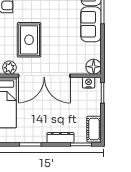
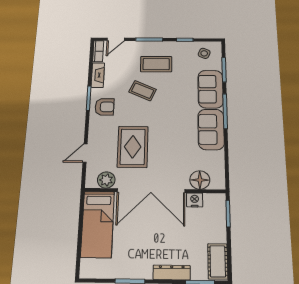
floor lamp: (94, 67) -> (200, 180), moved
nightstand: (89, 83) -> (195, 200), moved

